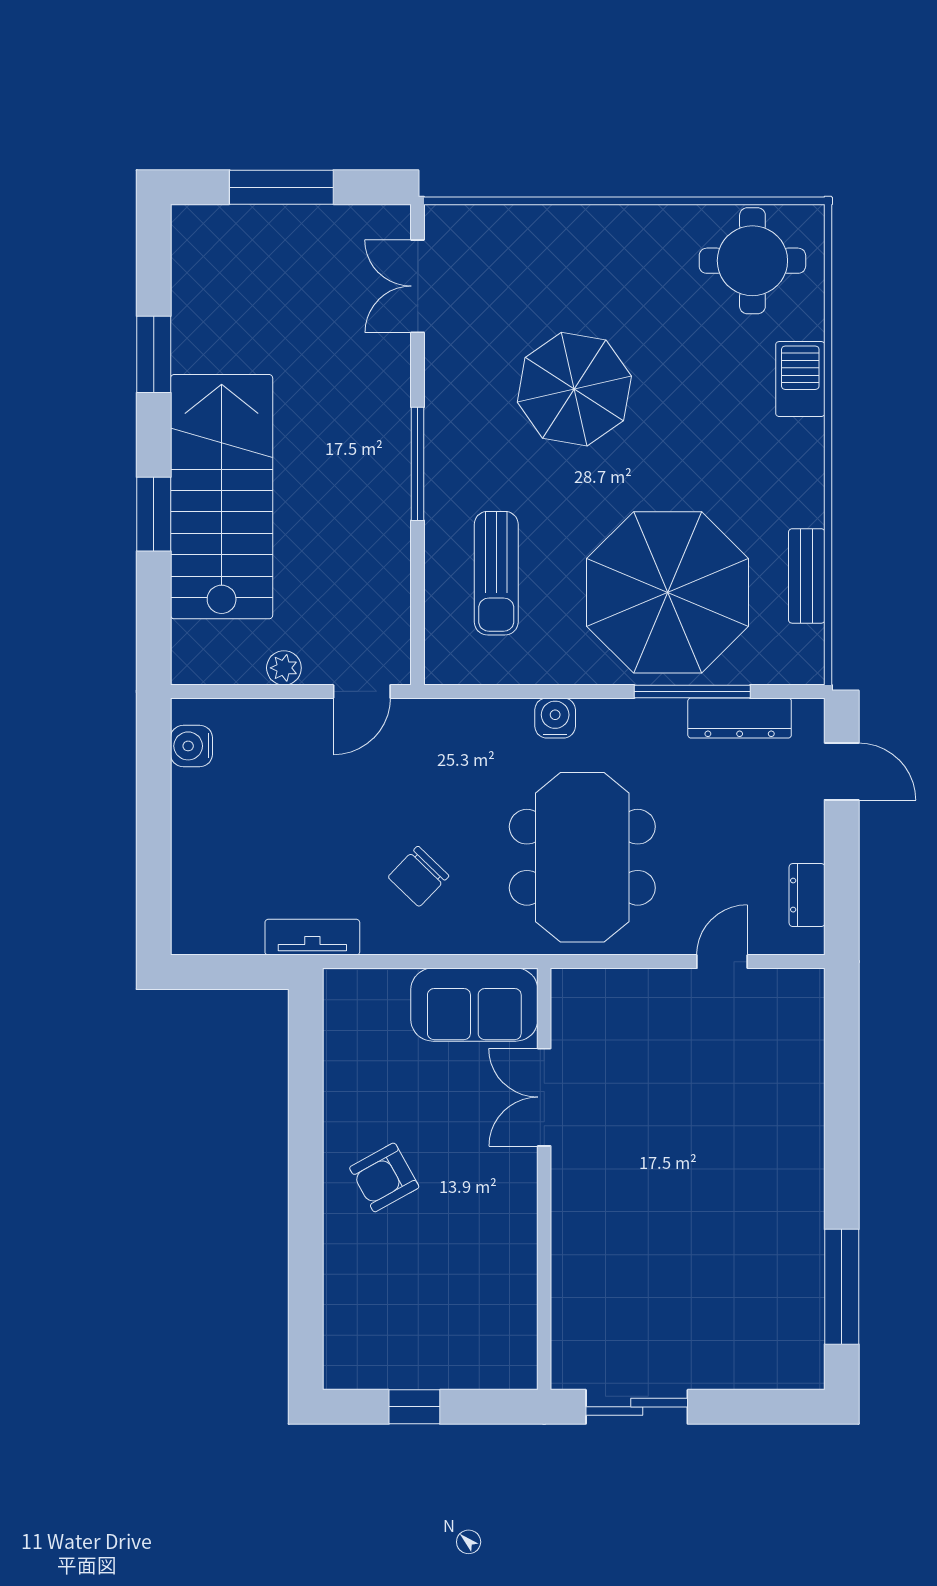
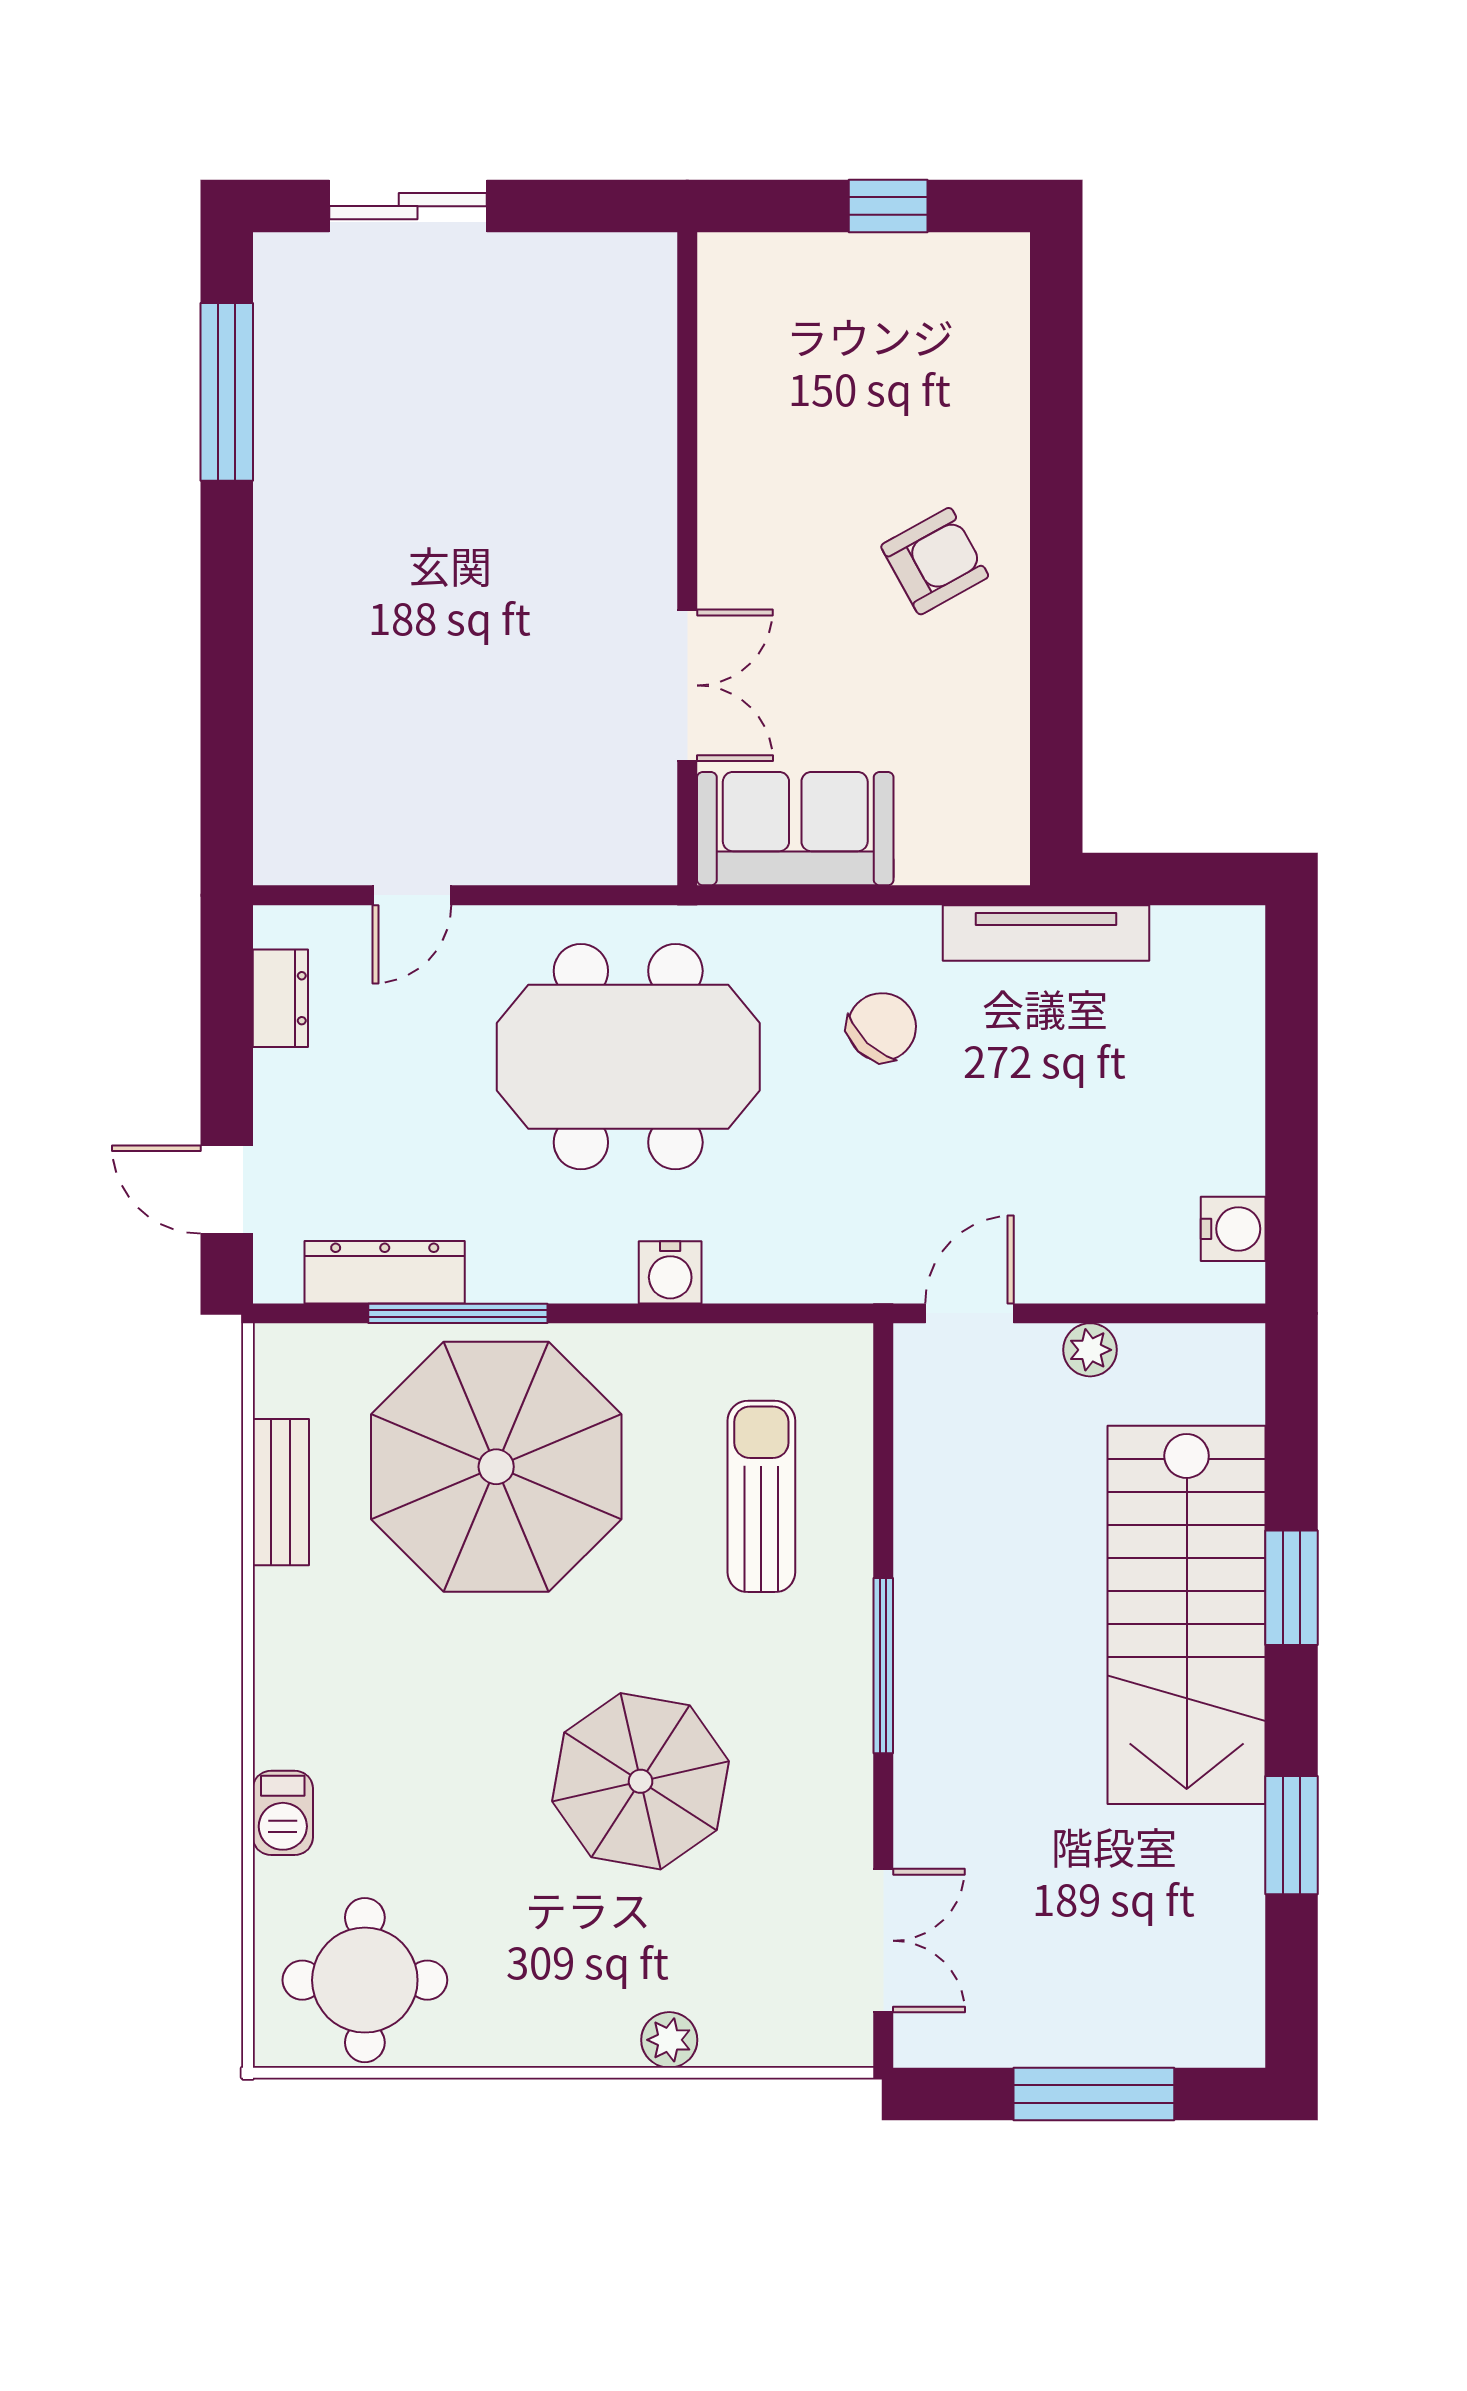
plant: (556, 222) -> (669, 2040), added
barbecue: (800, 379) -> (283, 1813), width x0.73, depth x0.79
meeting table: (582, 857) -> (628, 1057), turned 90
tv unit: (312, 937) -> (1046, 933), width x1.41
sliding door: (637, 1407) -> (408, 206), moved

